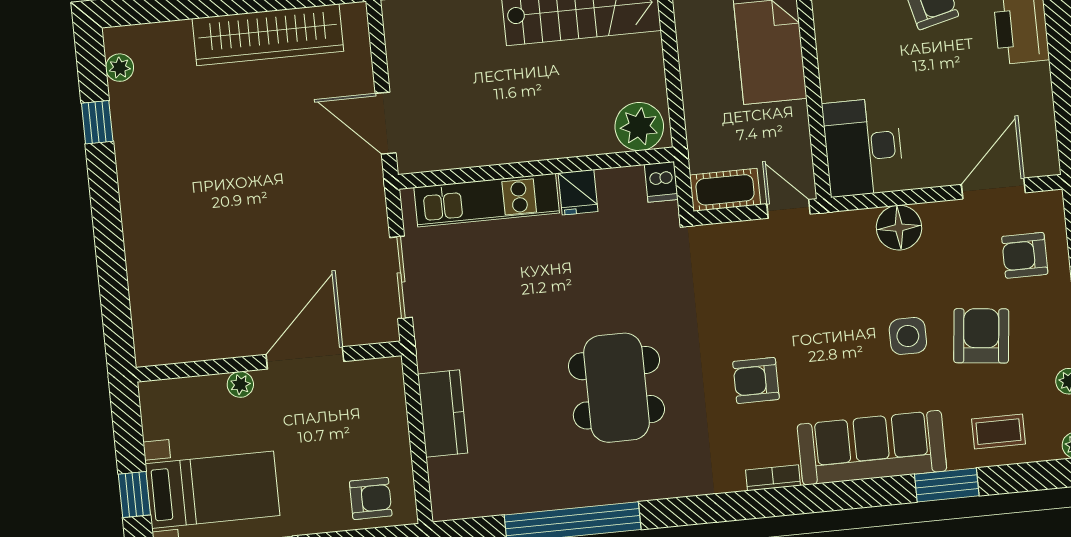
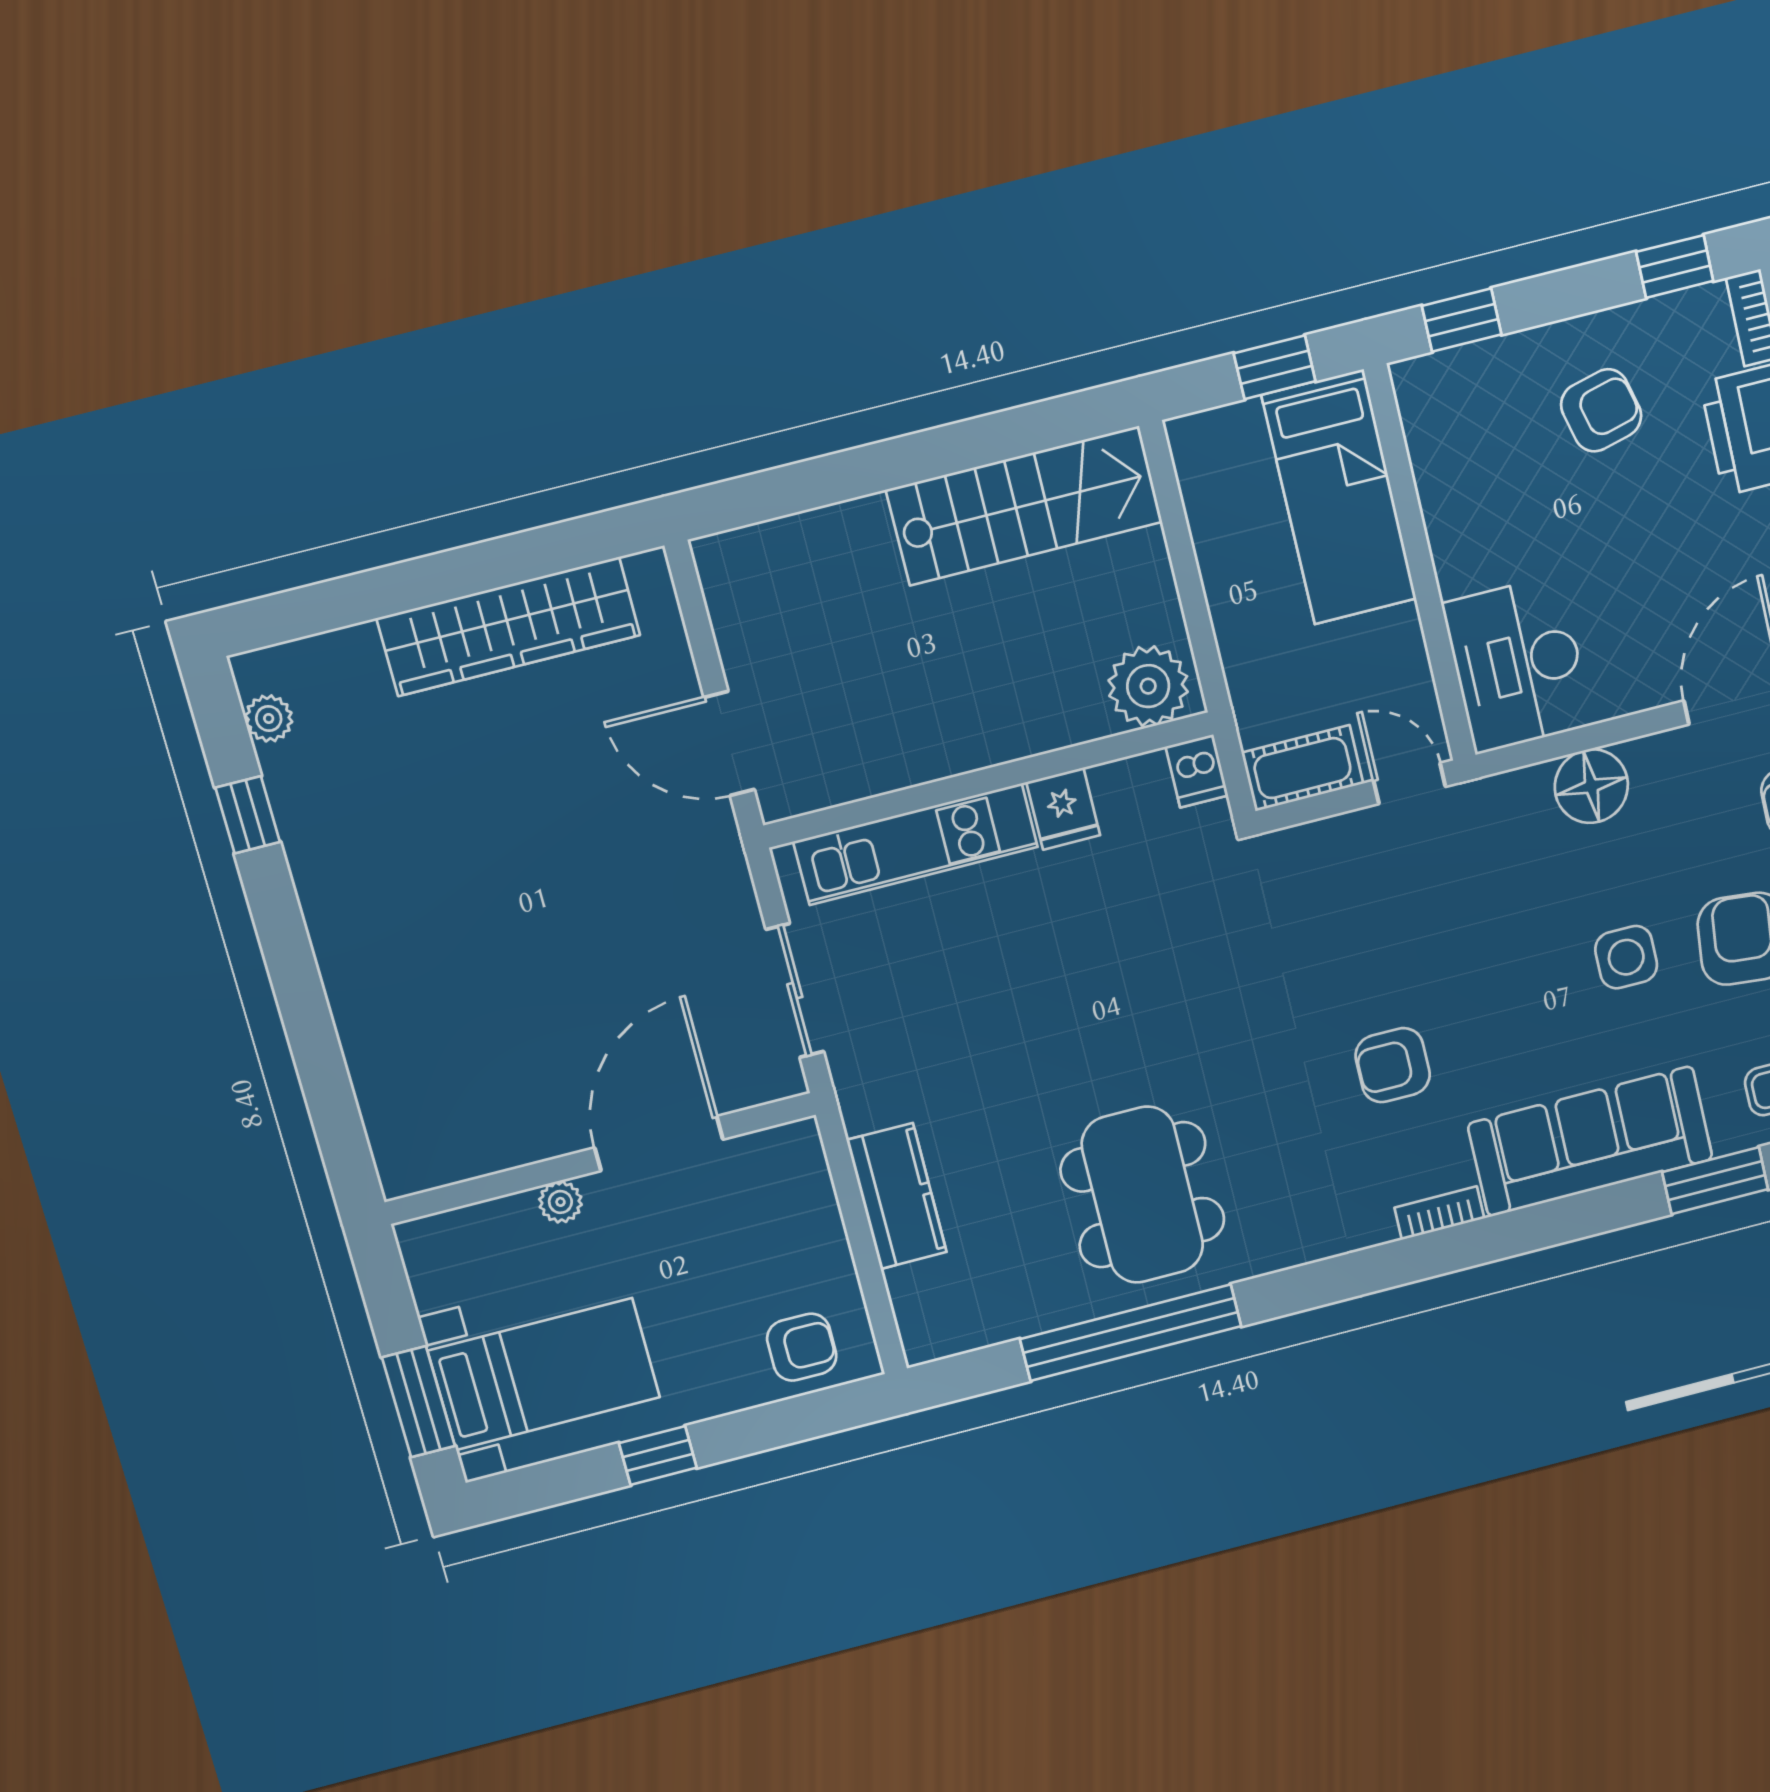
dining table: (616, 388) -> (1142, 1195), moved
window: (134, 494) -> (419, 1402), width x1.50

